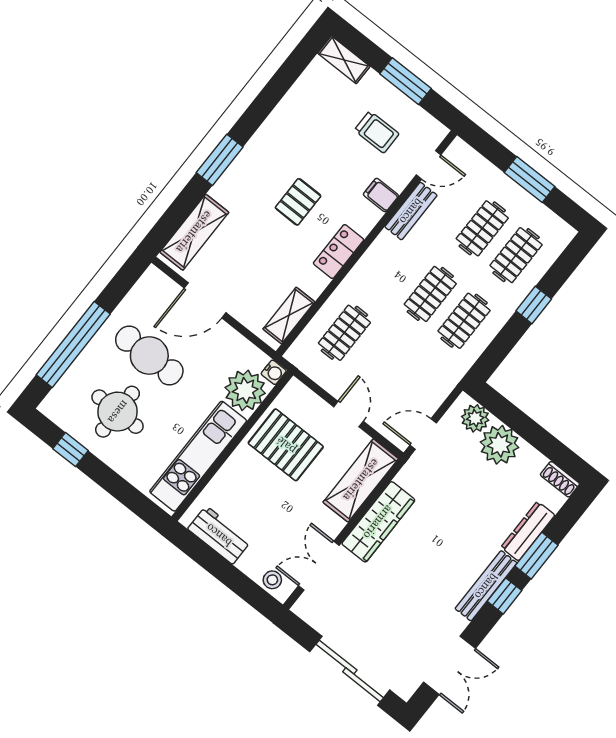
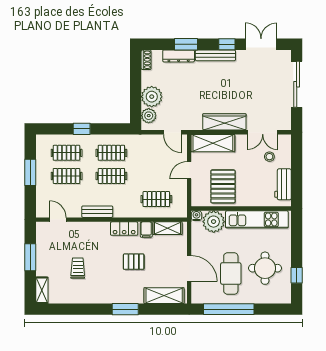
trolley: (377, 132) -> (78, 268), moved
filing cabinet: (381, 195) -> (146, 230), moved
pallet: (298, 202) -> (134, 262), moved
bench: (411, 211) -> (97, 212), moved
window: (73, 344) -> (229, 309), moved
stool: (272, 580) -> (269, 157), moved
window: (504, 596) -> (227, 44), moved

